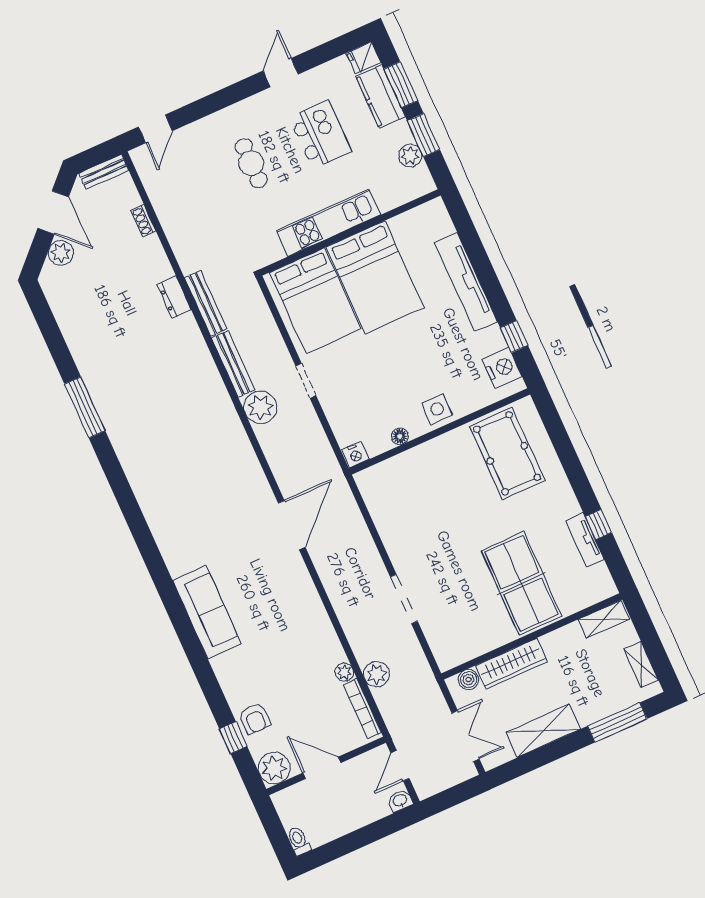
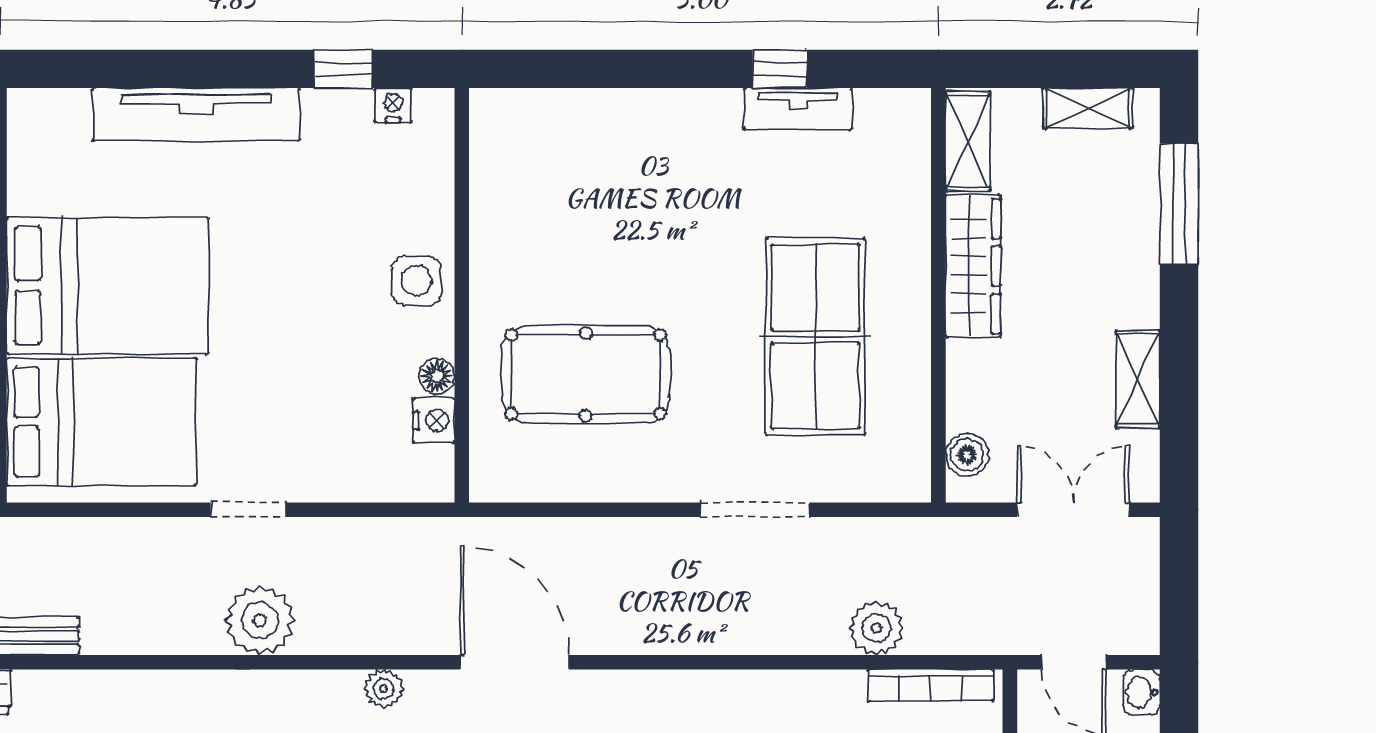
bench: (233, 364) -> (152, 636), removed
nightstand: (502, 368) -> (393, 105), width x0.53, depth x0.56
pool table: (507, 453) -> (586, 374), moved
nightstand: (355, 455) -> (434, 420), moved
table tennis table: (521, 583) -> (815, 336), moved, turned 90
wardrobe: (511, 664) -> (973, 266), moved
plant: (344, 672) -> (384, 689), moved
shelving: (543, 731) -> (1138, 379), width x0.67, depth x0.75

